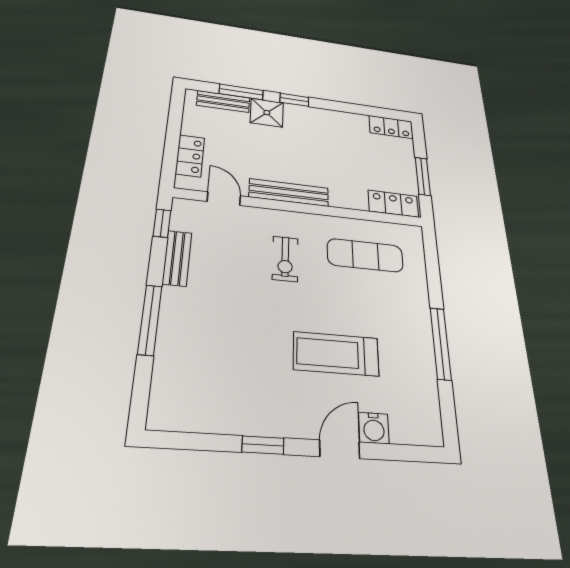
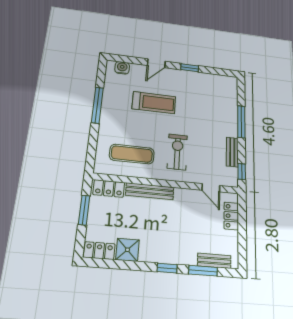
shower: (267, 113) -> (127, 250), moved
bench: (289, 193) -> (150, 191), moved
exercise bike: (285, 259) -> (177, 152), width x1.38, depth x1.39
water cooler: (374, 428) -> (122, 68), moved

